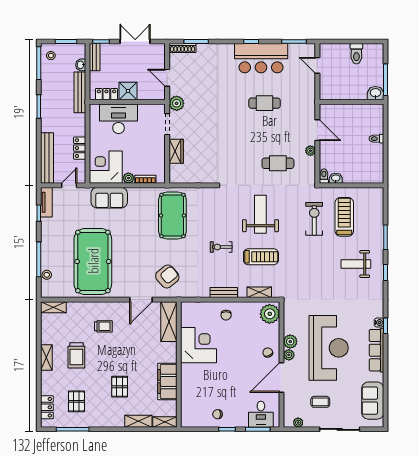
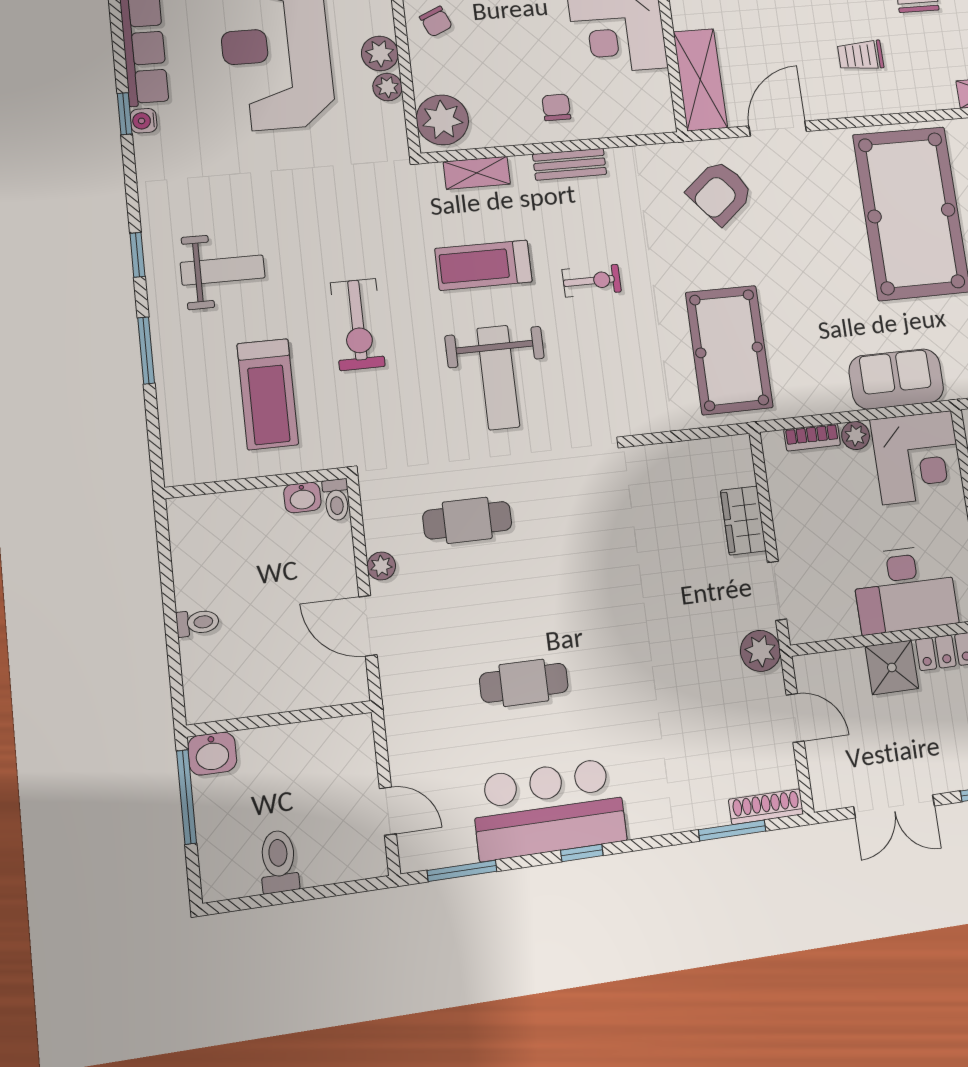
exercise bike: (314, 219) -> (358, 324), moved
plant: (289, 355) -> (388, 87), moved

